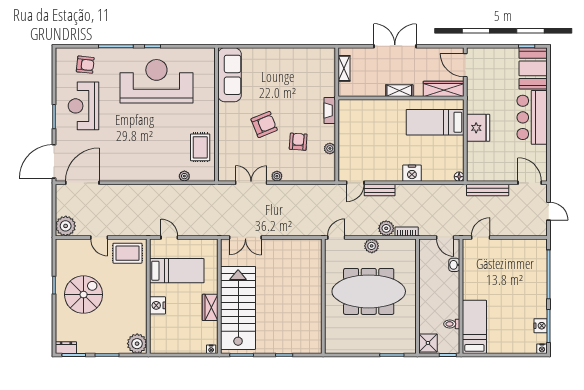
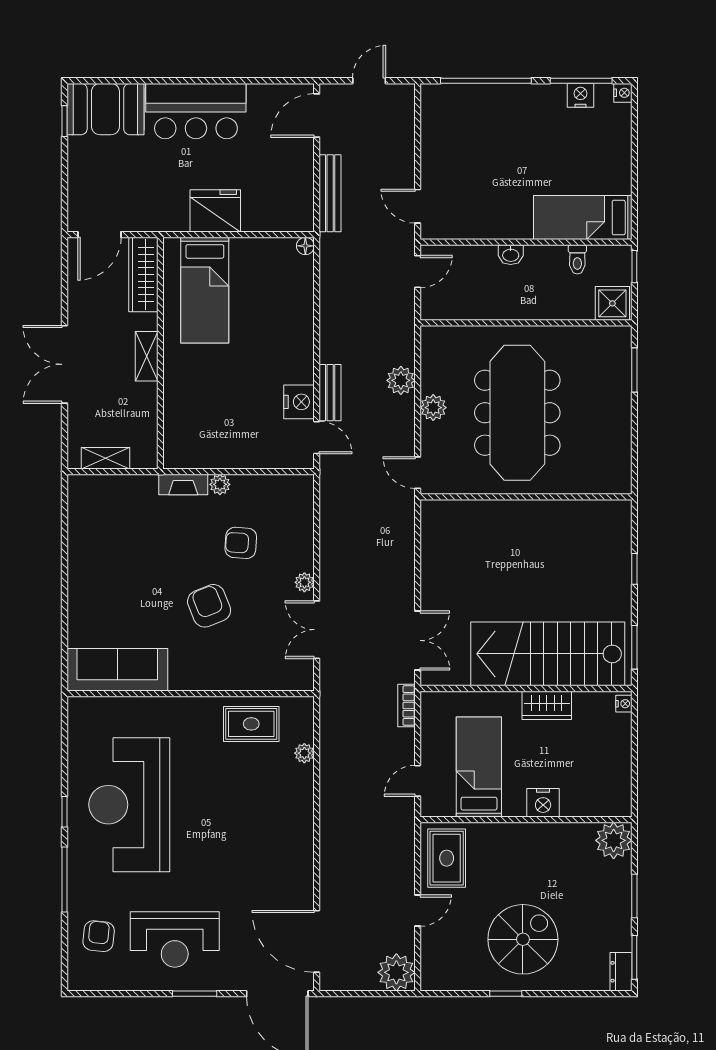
plant: (330, 148) -> (220, 484), moved
nightstand: (412, 173) -> (299, 402), moved
bookcase: (407, 231) -> (407, 706), moved
washbasin: (454, 265) -> (511, 255), moved
spiral stairs: (84, 295) -> (523, 939), turned 90

